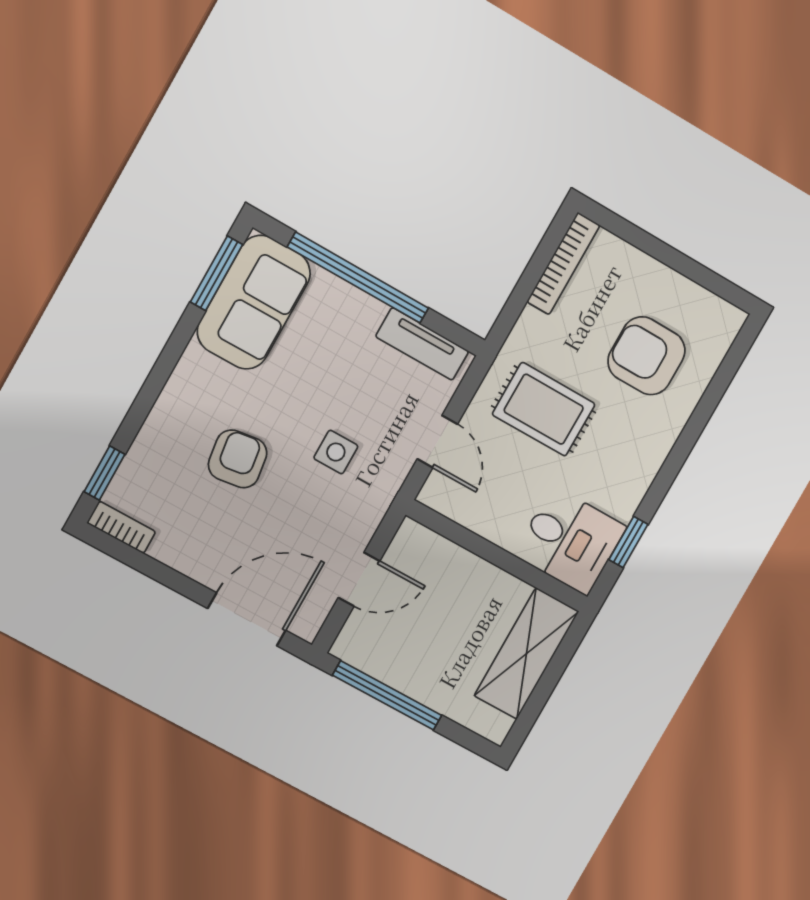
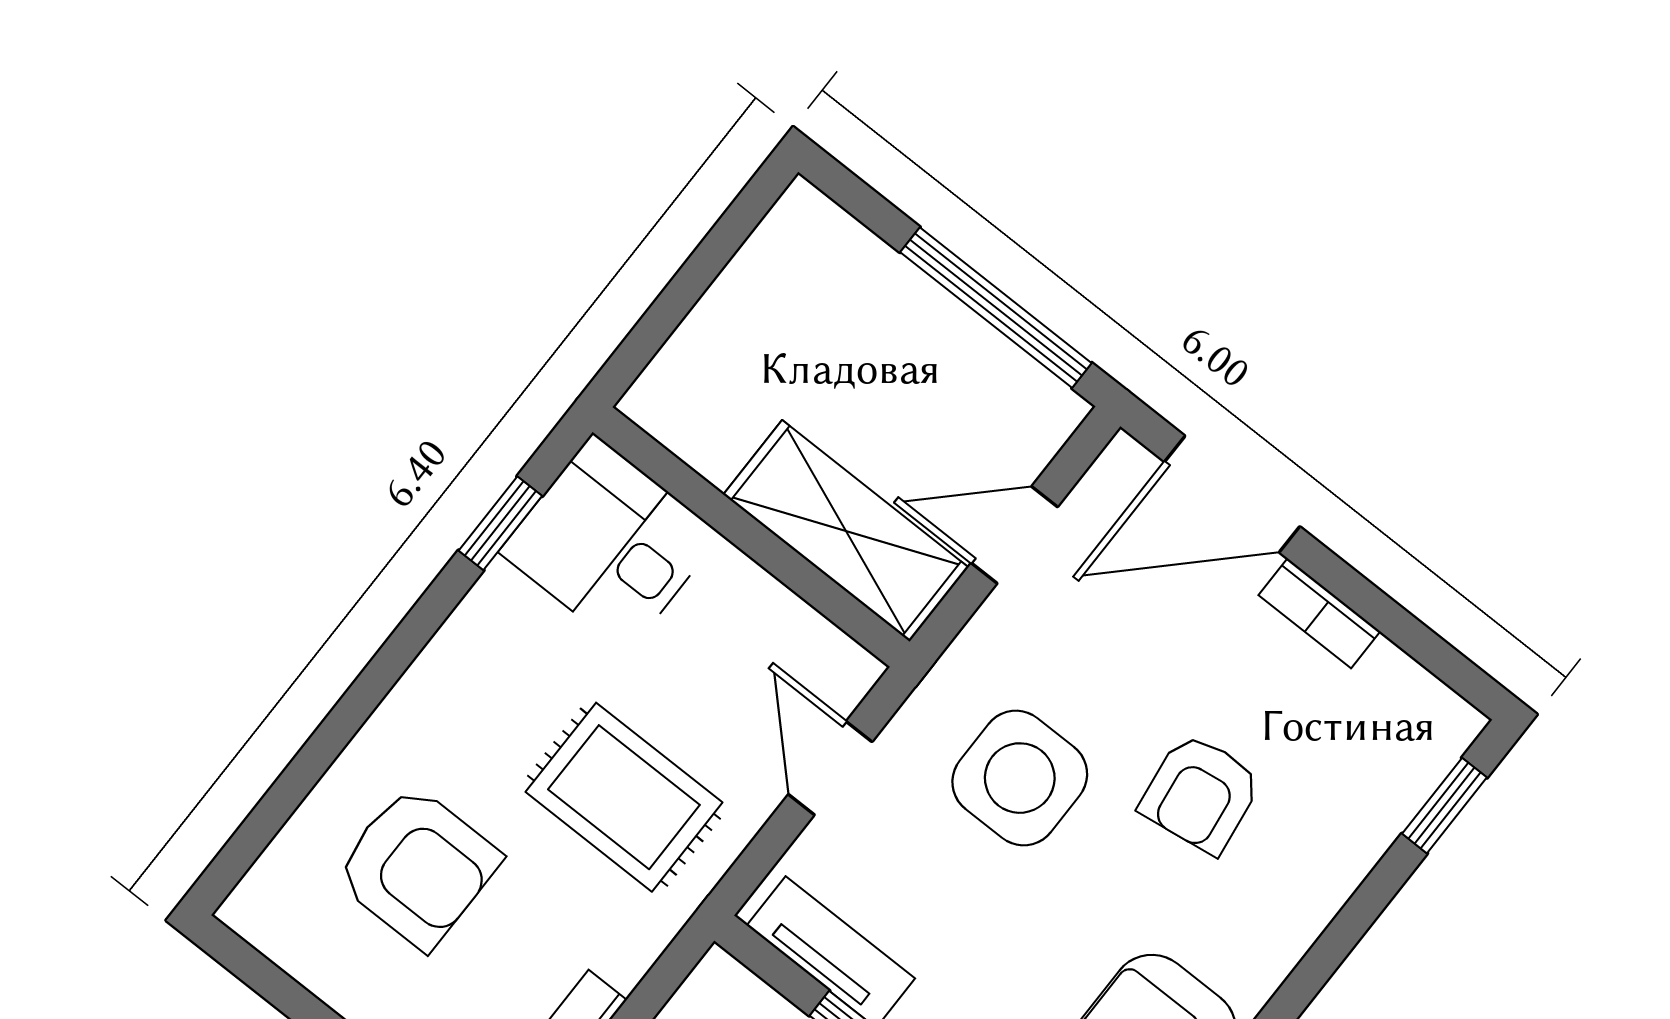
side table: (336, 452) -> (1020, 778), width x1.87, depth x1.87
bookcase: (121, 527) -> (1319, 613), moved
shelving: (526, 654) -> (846, 531), moved, turned 90

